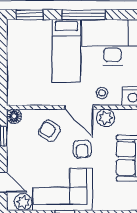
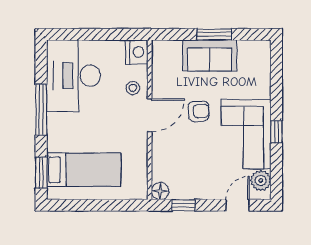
bed: (66, 51) -> (84, 170), moved
plant: (105, 118) -> (162, 84), removed
armchair: (49, 131) -> (177, 150), removed

